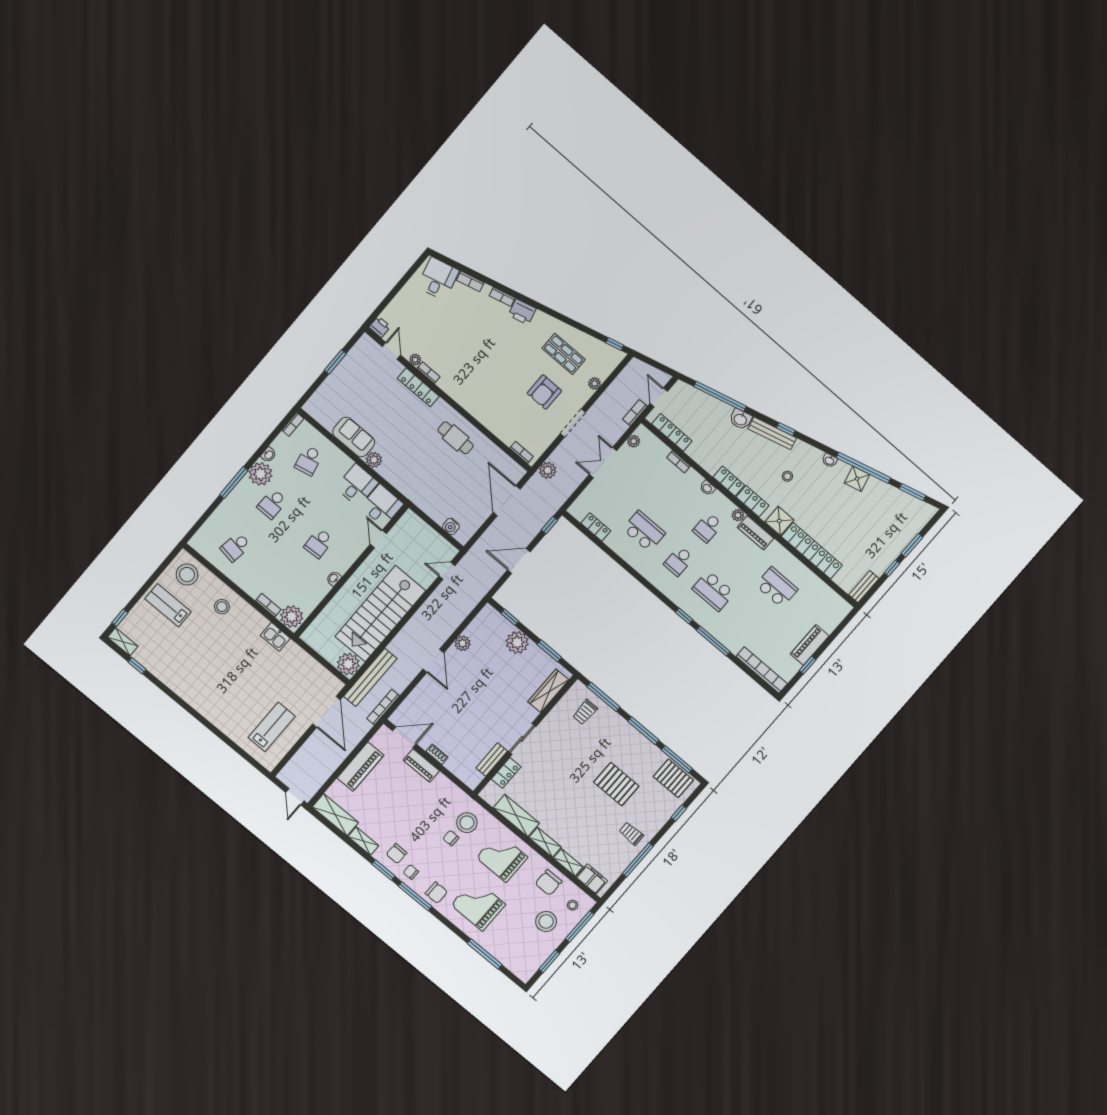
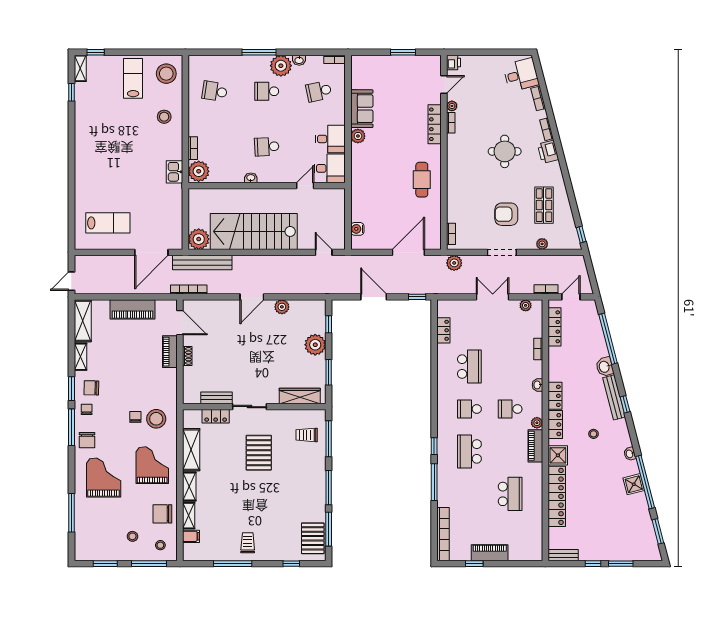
round table: (491, 348) -> (505, 151), added
pallet: (616, 784) -> (259, 453), moved
filing cabinet: (592, 879) -> (191, 536), width x0.50
stool: (546, 921) -> (132, 536), width x0.53, depth x0.53

